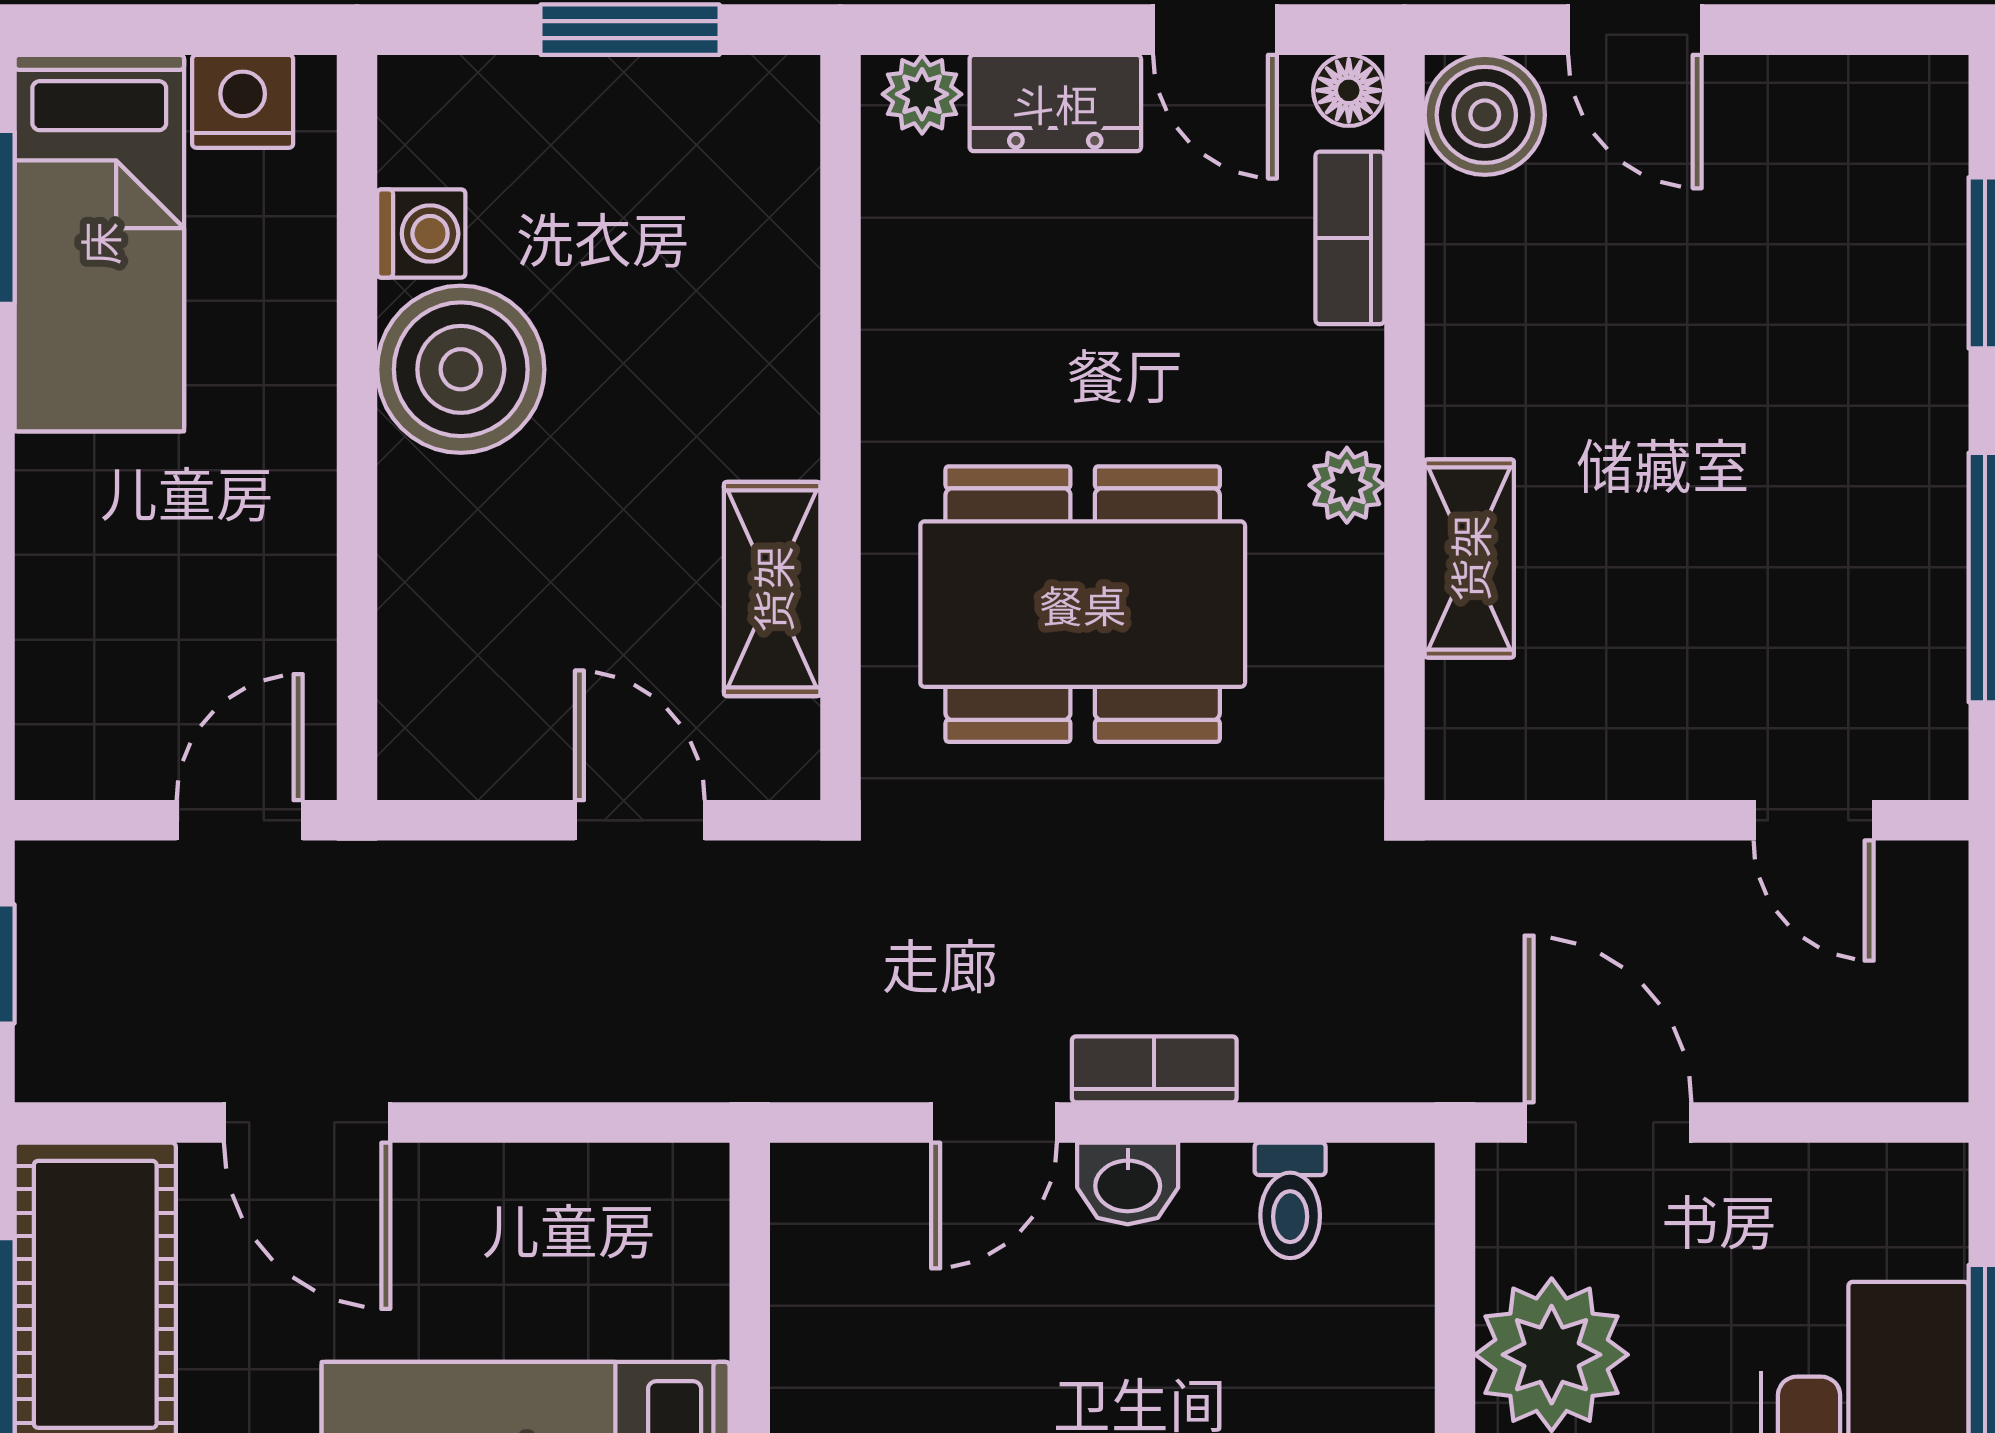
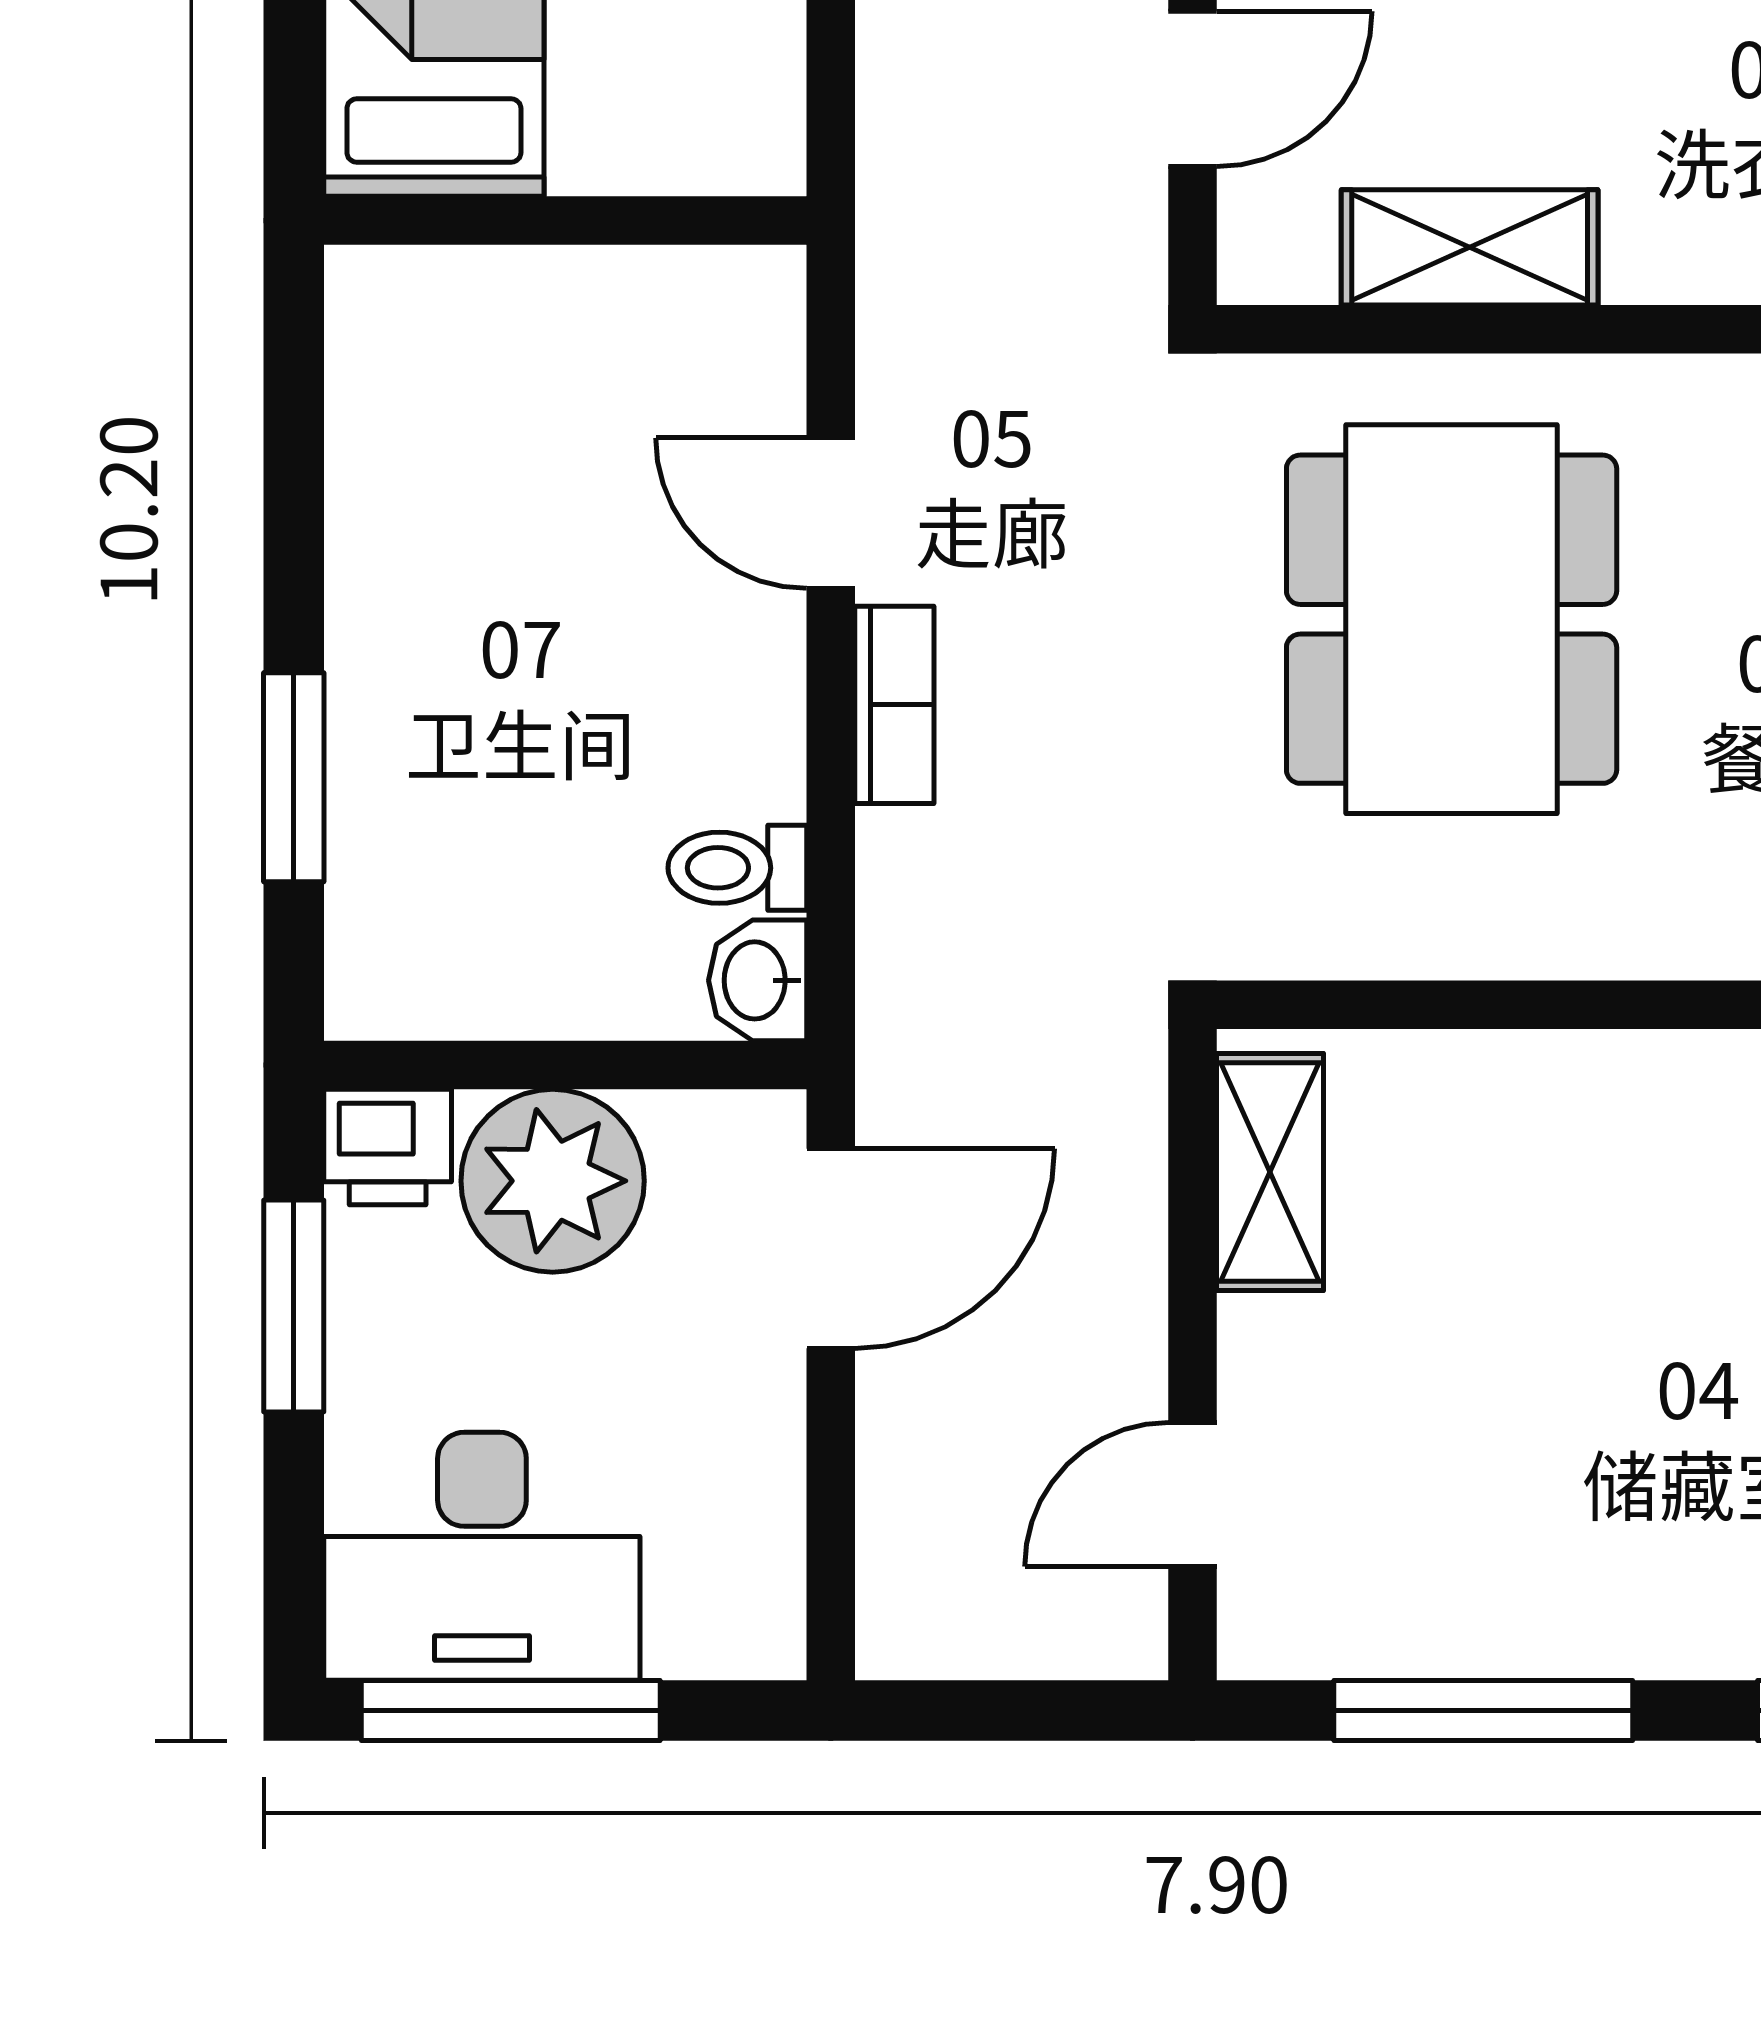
plant: (1347, 485) -> (1594, 936), removed
shelving: (1469, 558) -> (1270, 1172), moved, turned 90
washbasin: (1128, 1183) -> (758, 980), moved

